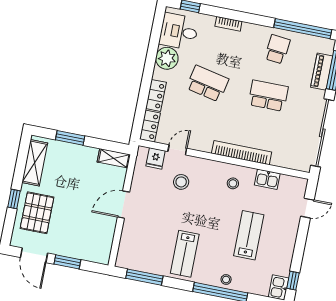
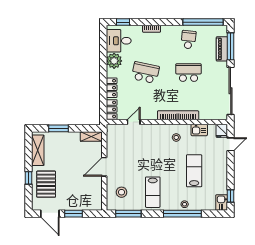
fridge: (156, 158) -> (222, 131), moved
stool: (181, 182) -> (121, 192), moved

